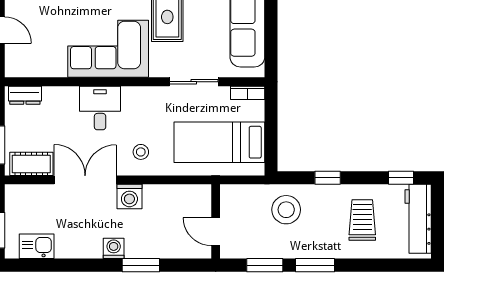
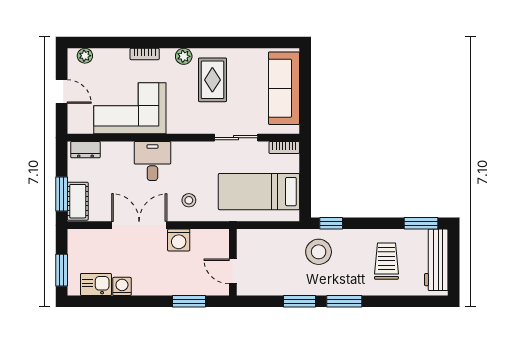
corner sofa: (108, 49) -> (130, 108), moved
cot: (31, 164) -> (78, 201), moved, turned 90
window: (328, 178) -> (331, 223), moved
window: (401, 178) -> (421, 223), width x1.50
wall: (216, 221) -> (233, 262), moved
door: (216, 232) -> (233, 271), moved
washing machine: (114, 248) -> (122, 286), moved

